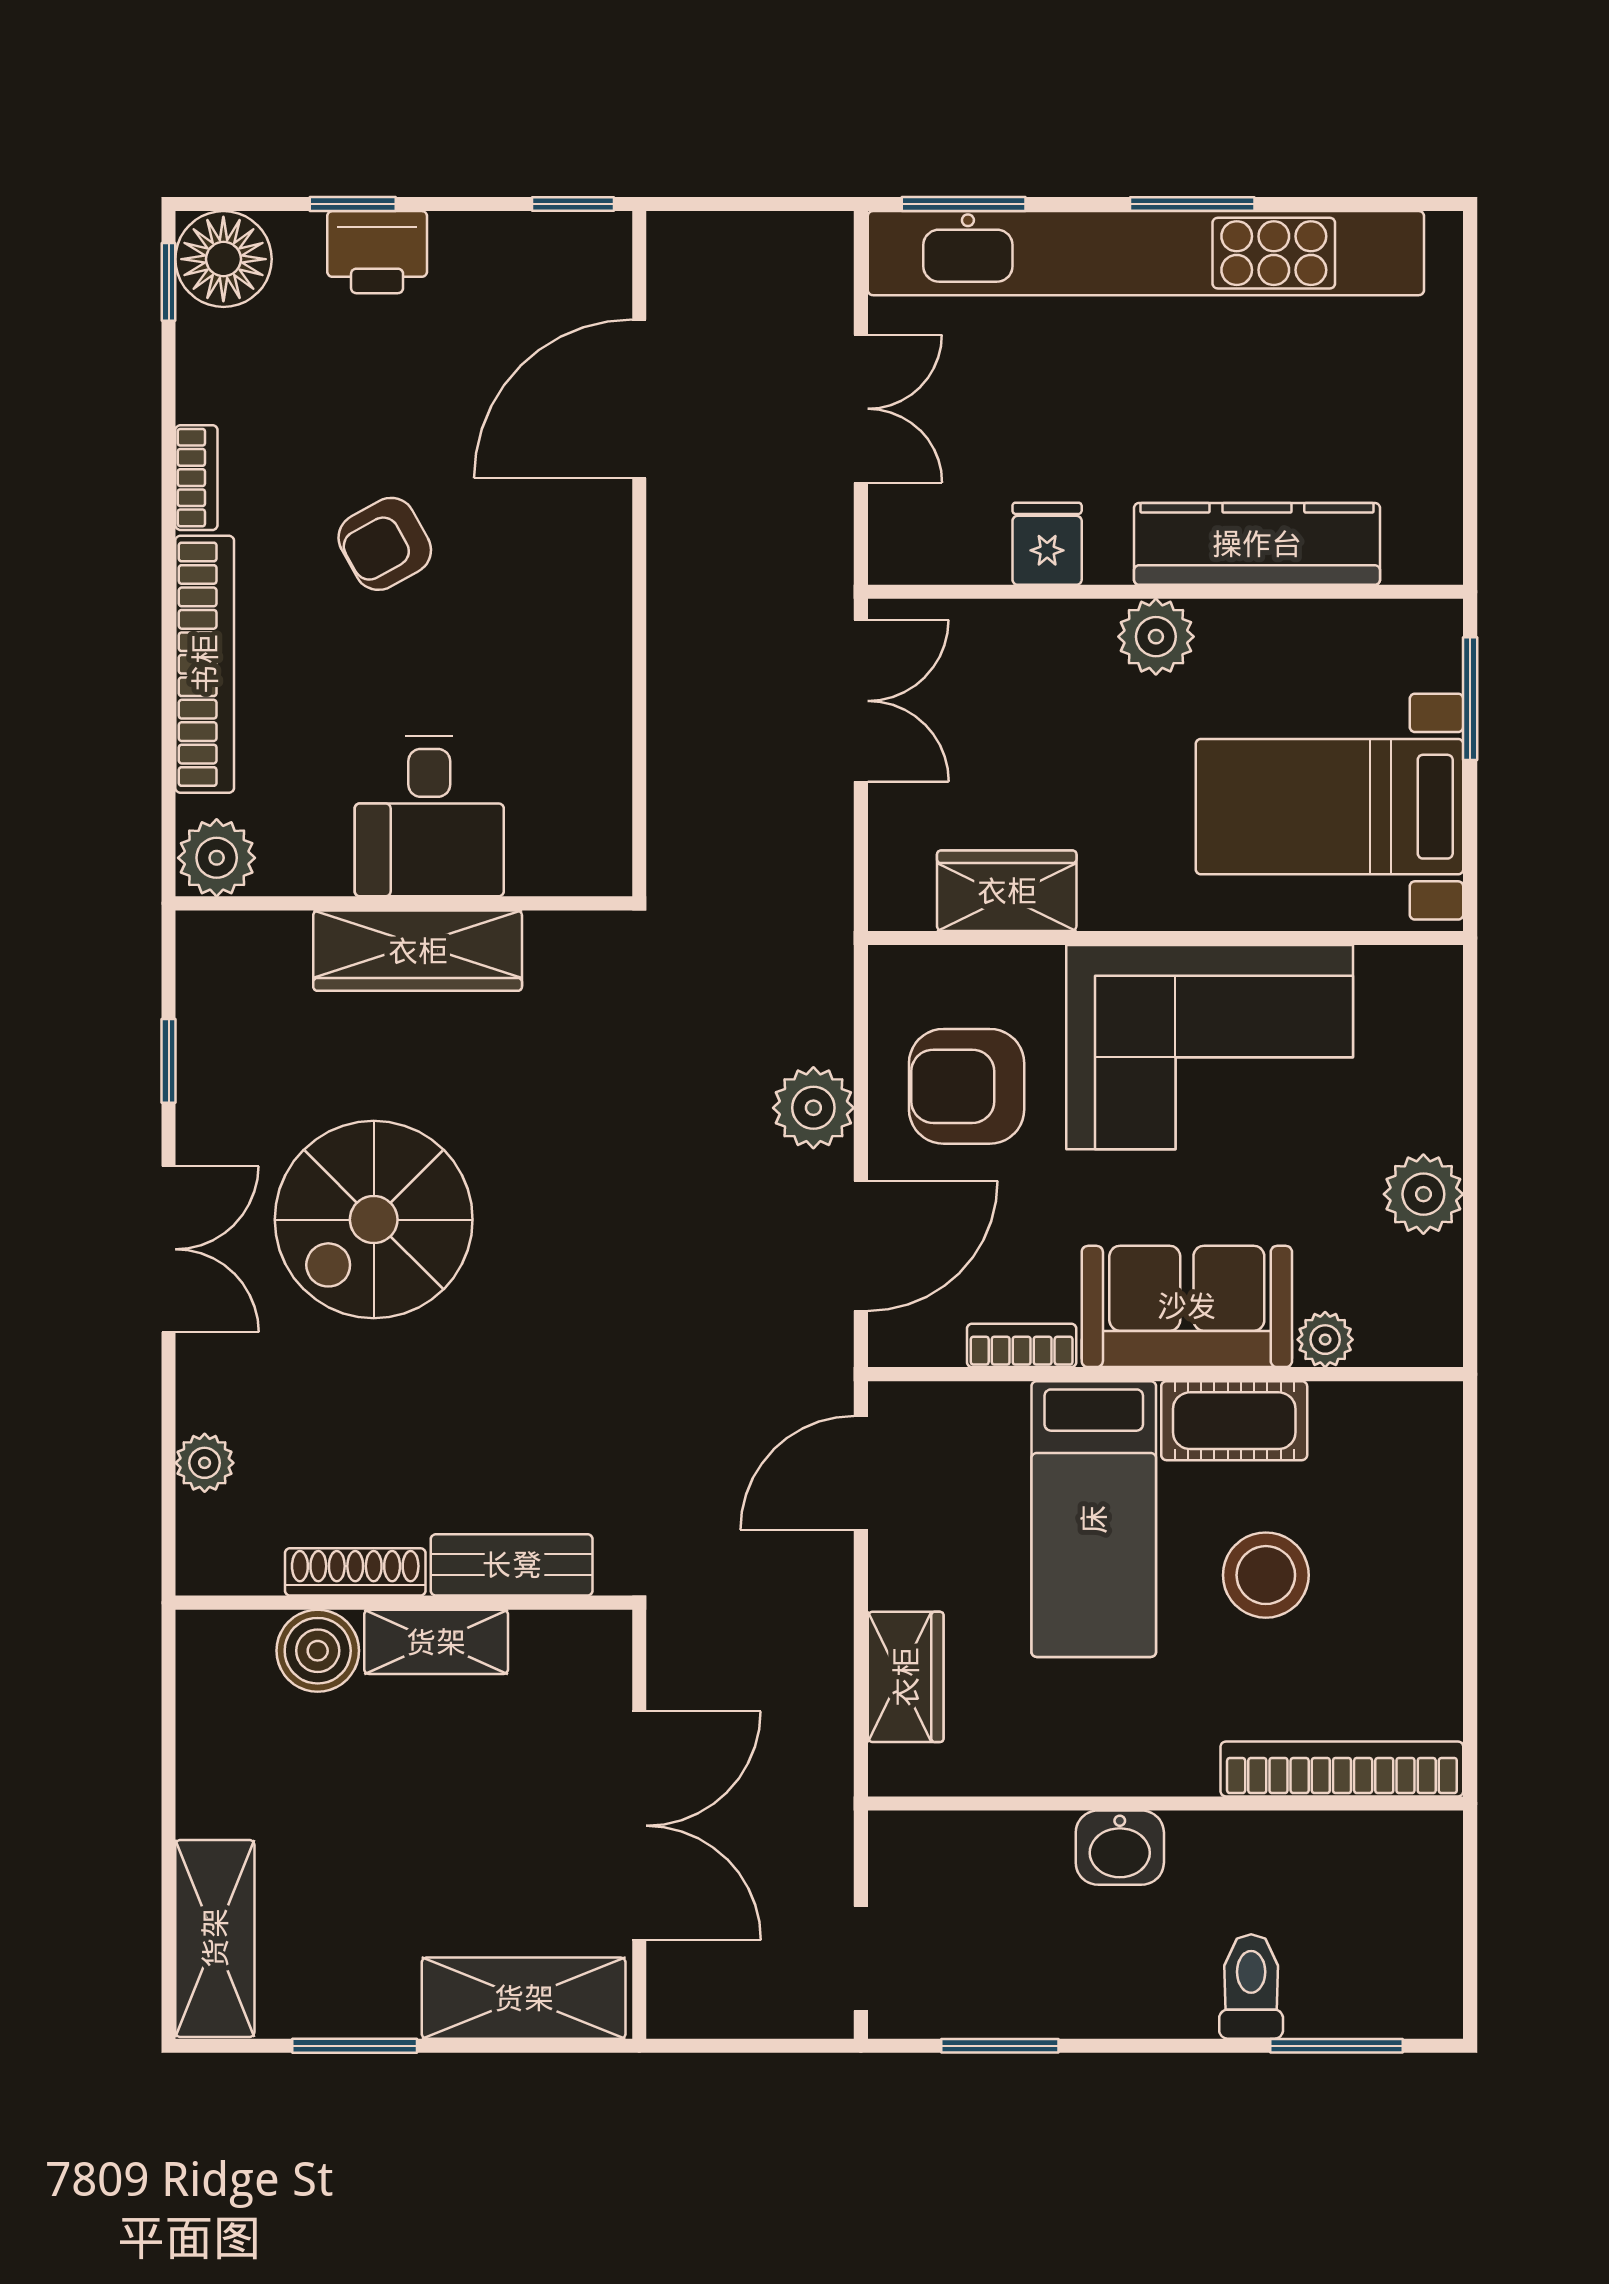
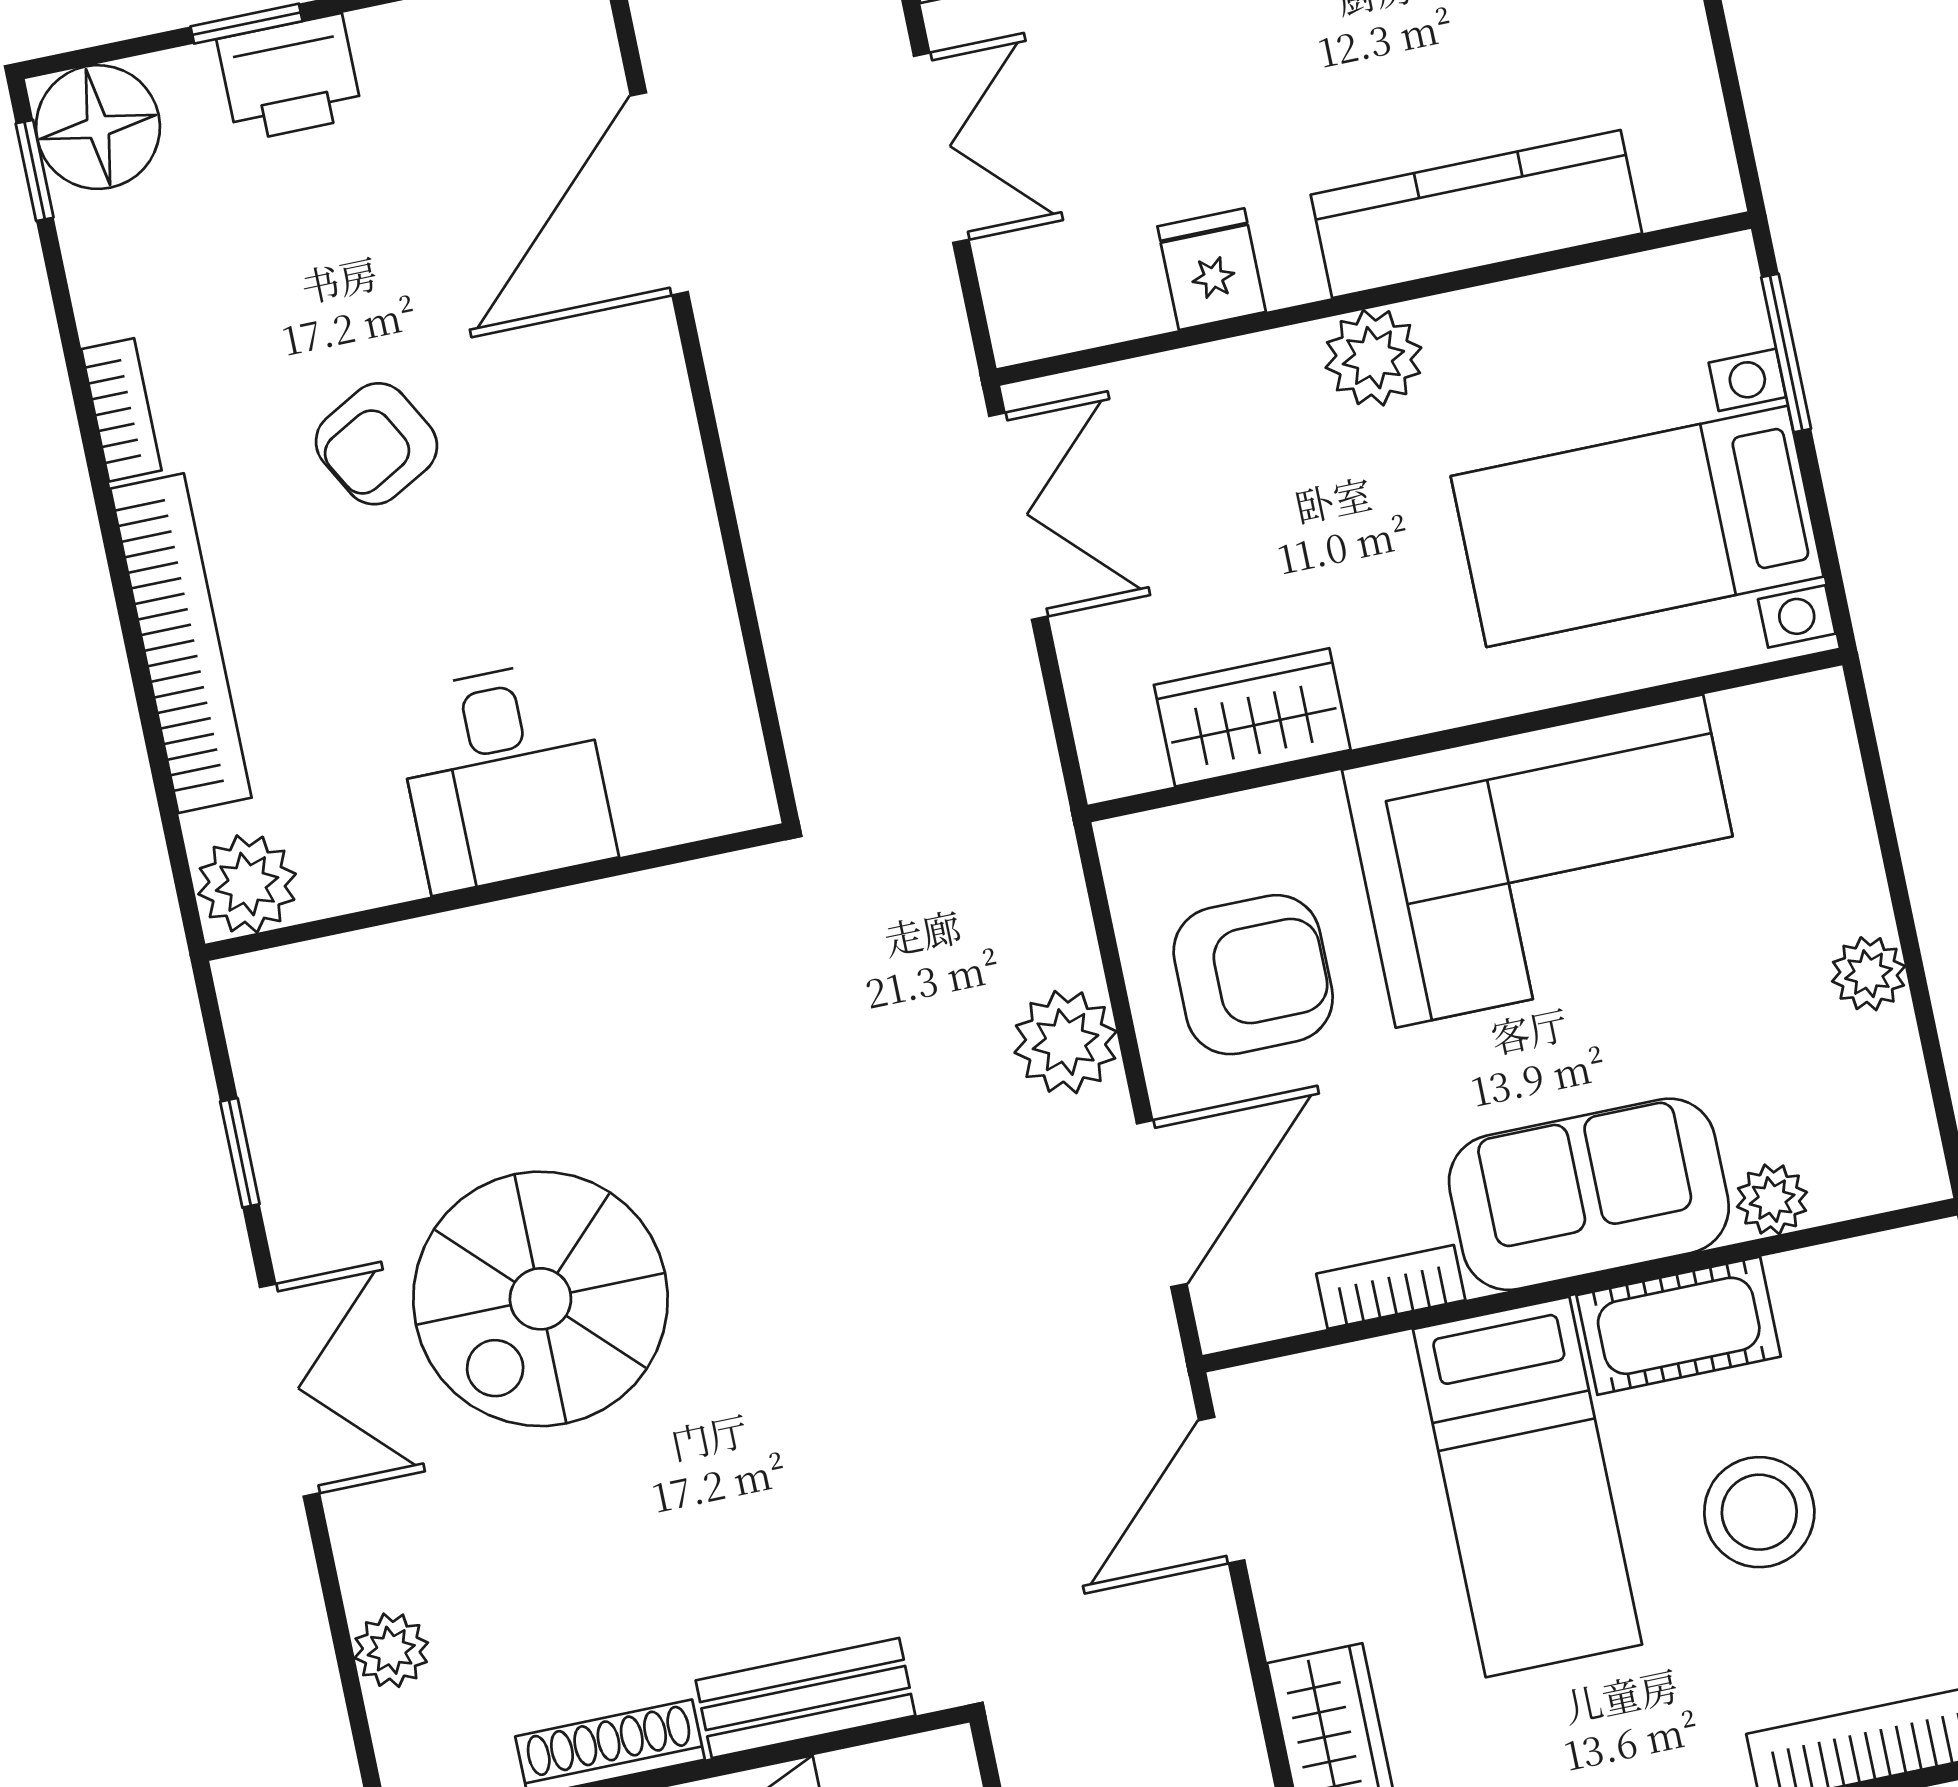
wardrobe: (418, 951) -> (525, 948), removed
armchair: (967, 1086) -> (1253, 975), turned 180
plant: (1423, 1194) -> (1869, 974), width x0.73, depth x0.73

